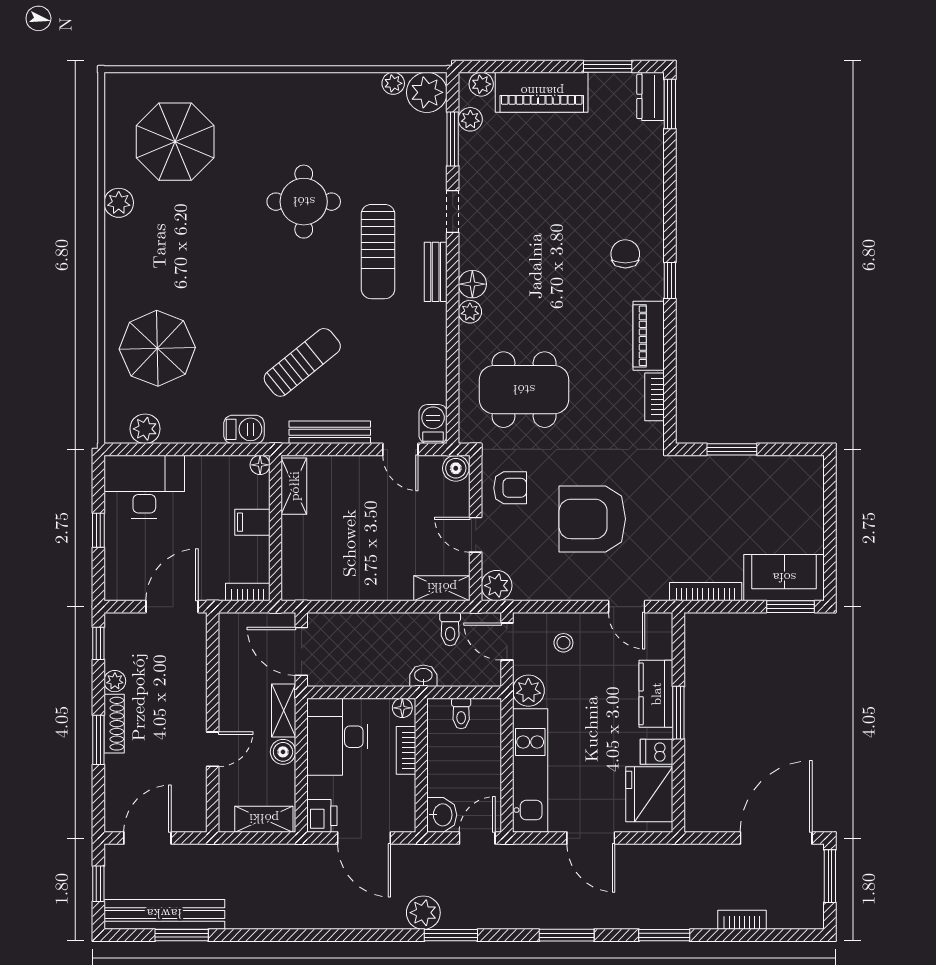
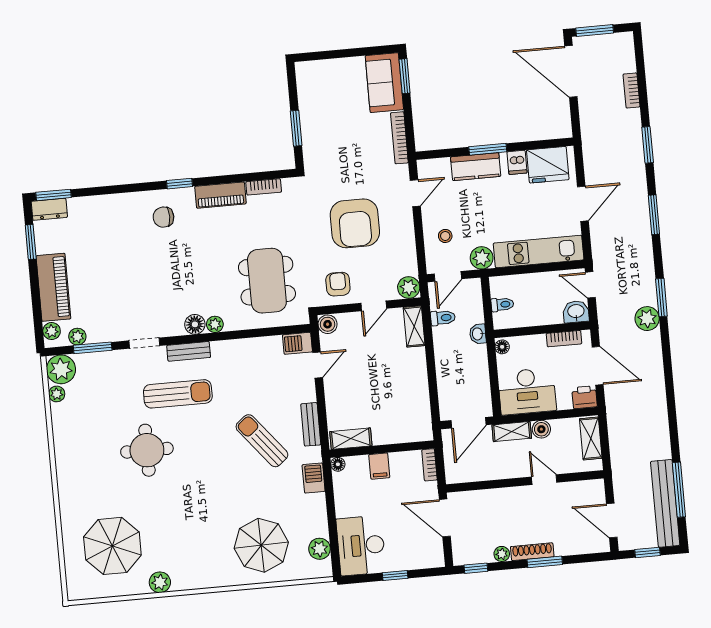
bench: (330, 432) -> (311, 424), width x0.73
bookcase: (406, 750) -> (564, 339), moved
door: (364, 838) -> (598, 366), hinge flipped
window: (182, 935) -> (679, 490), width x1.44

